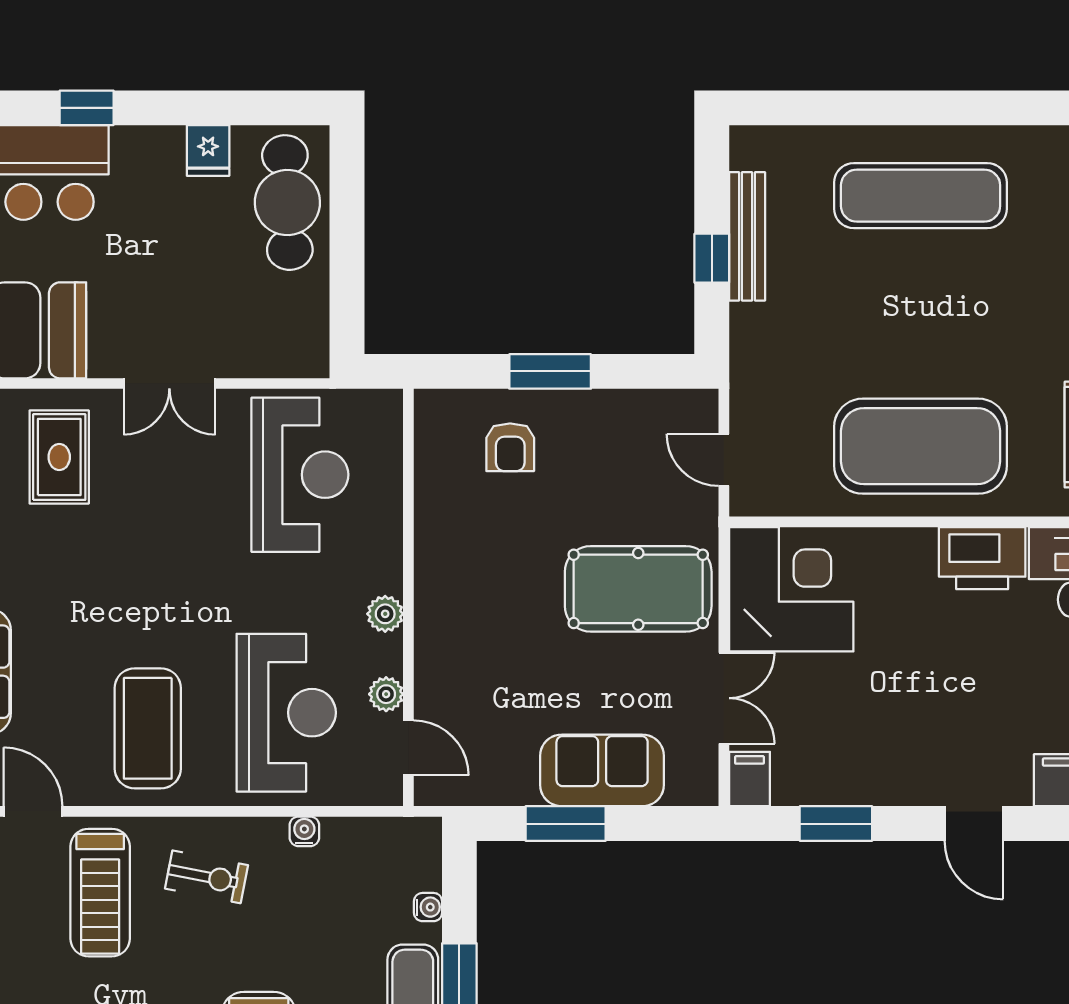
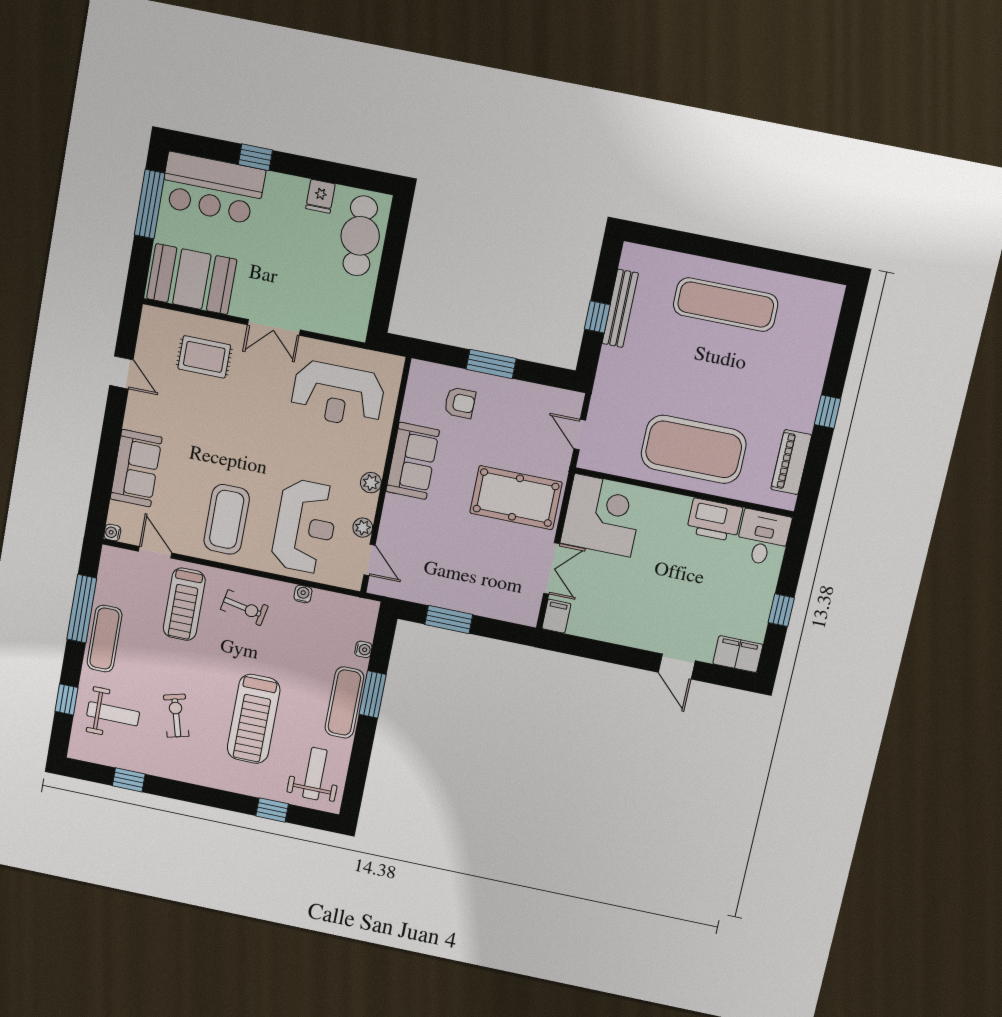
armchair: (510, 447) -> (460, 403), turned -90
rug: (59, 457) -> (204, 357), turned 90
reception desk: (300, 475) -> (338, 394), turned 90
sofa: (602, 770) -> (413, 461), moved, turned 90
window: (836, 824) -> (599, 651), removed

